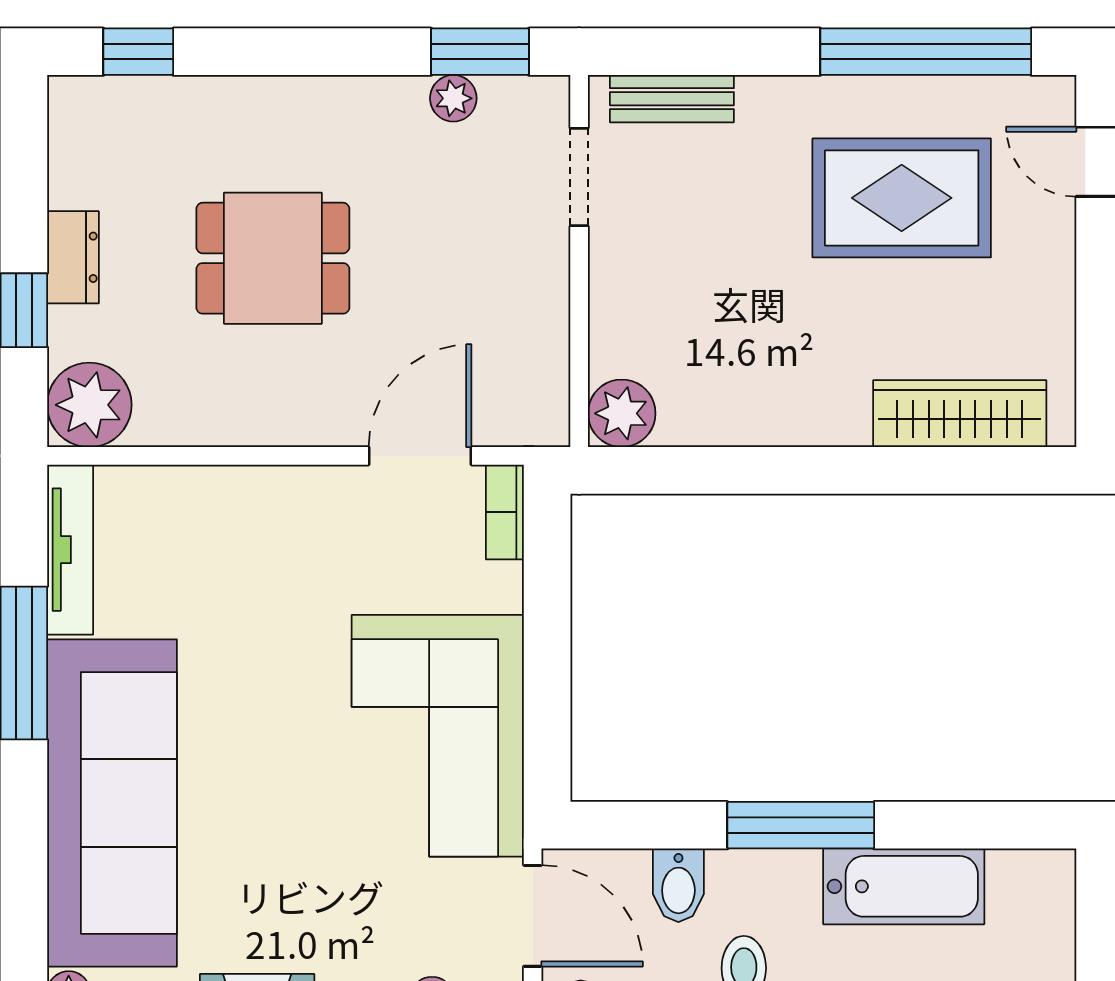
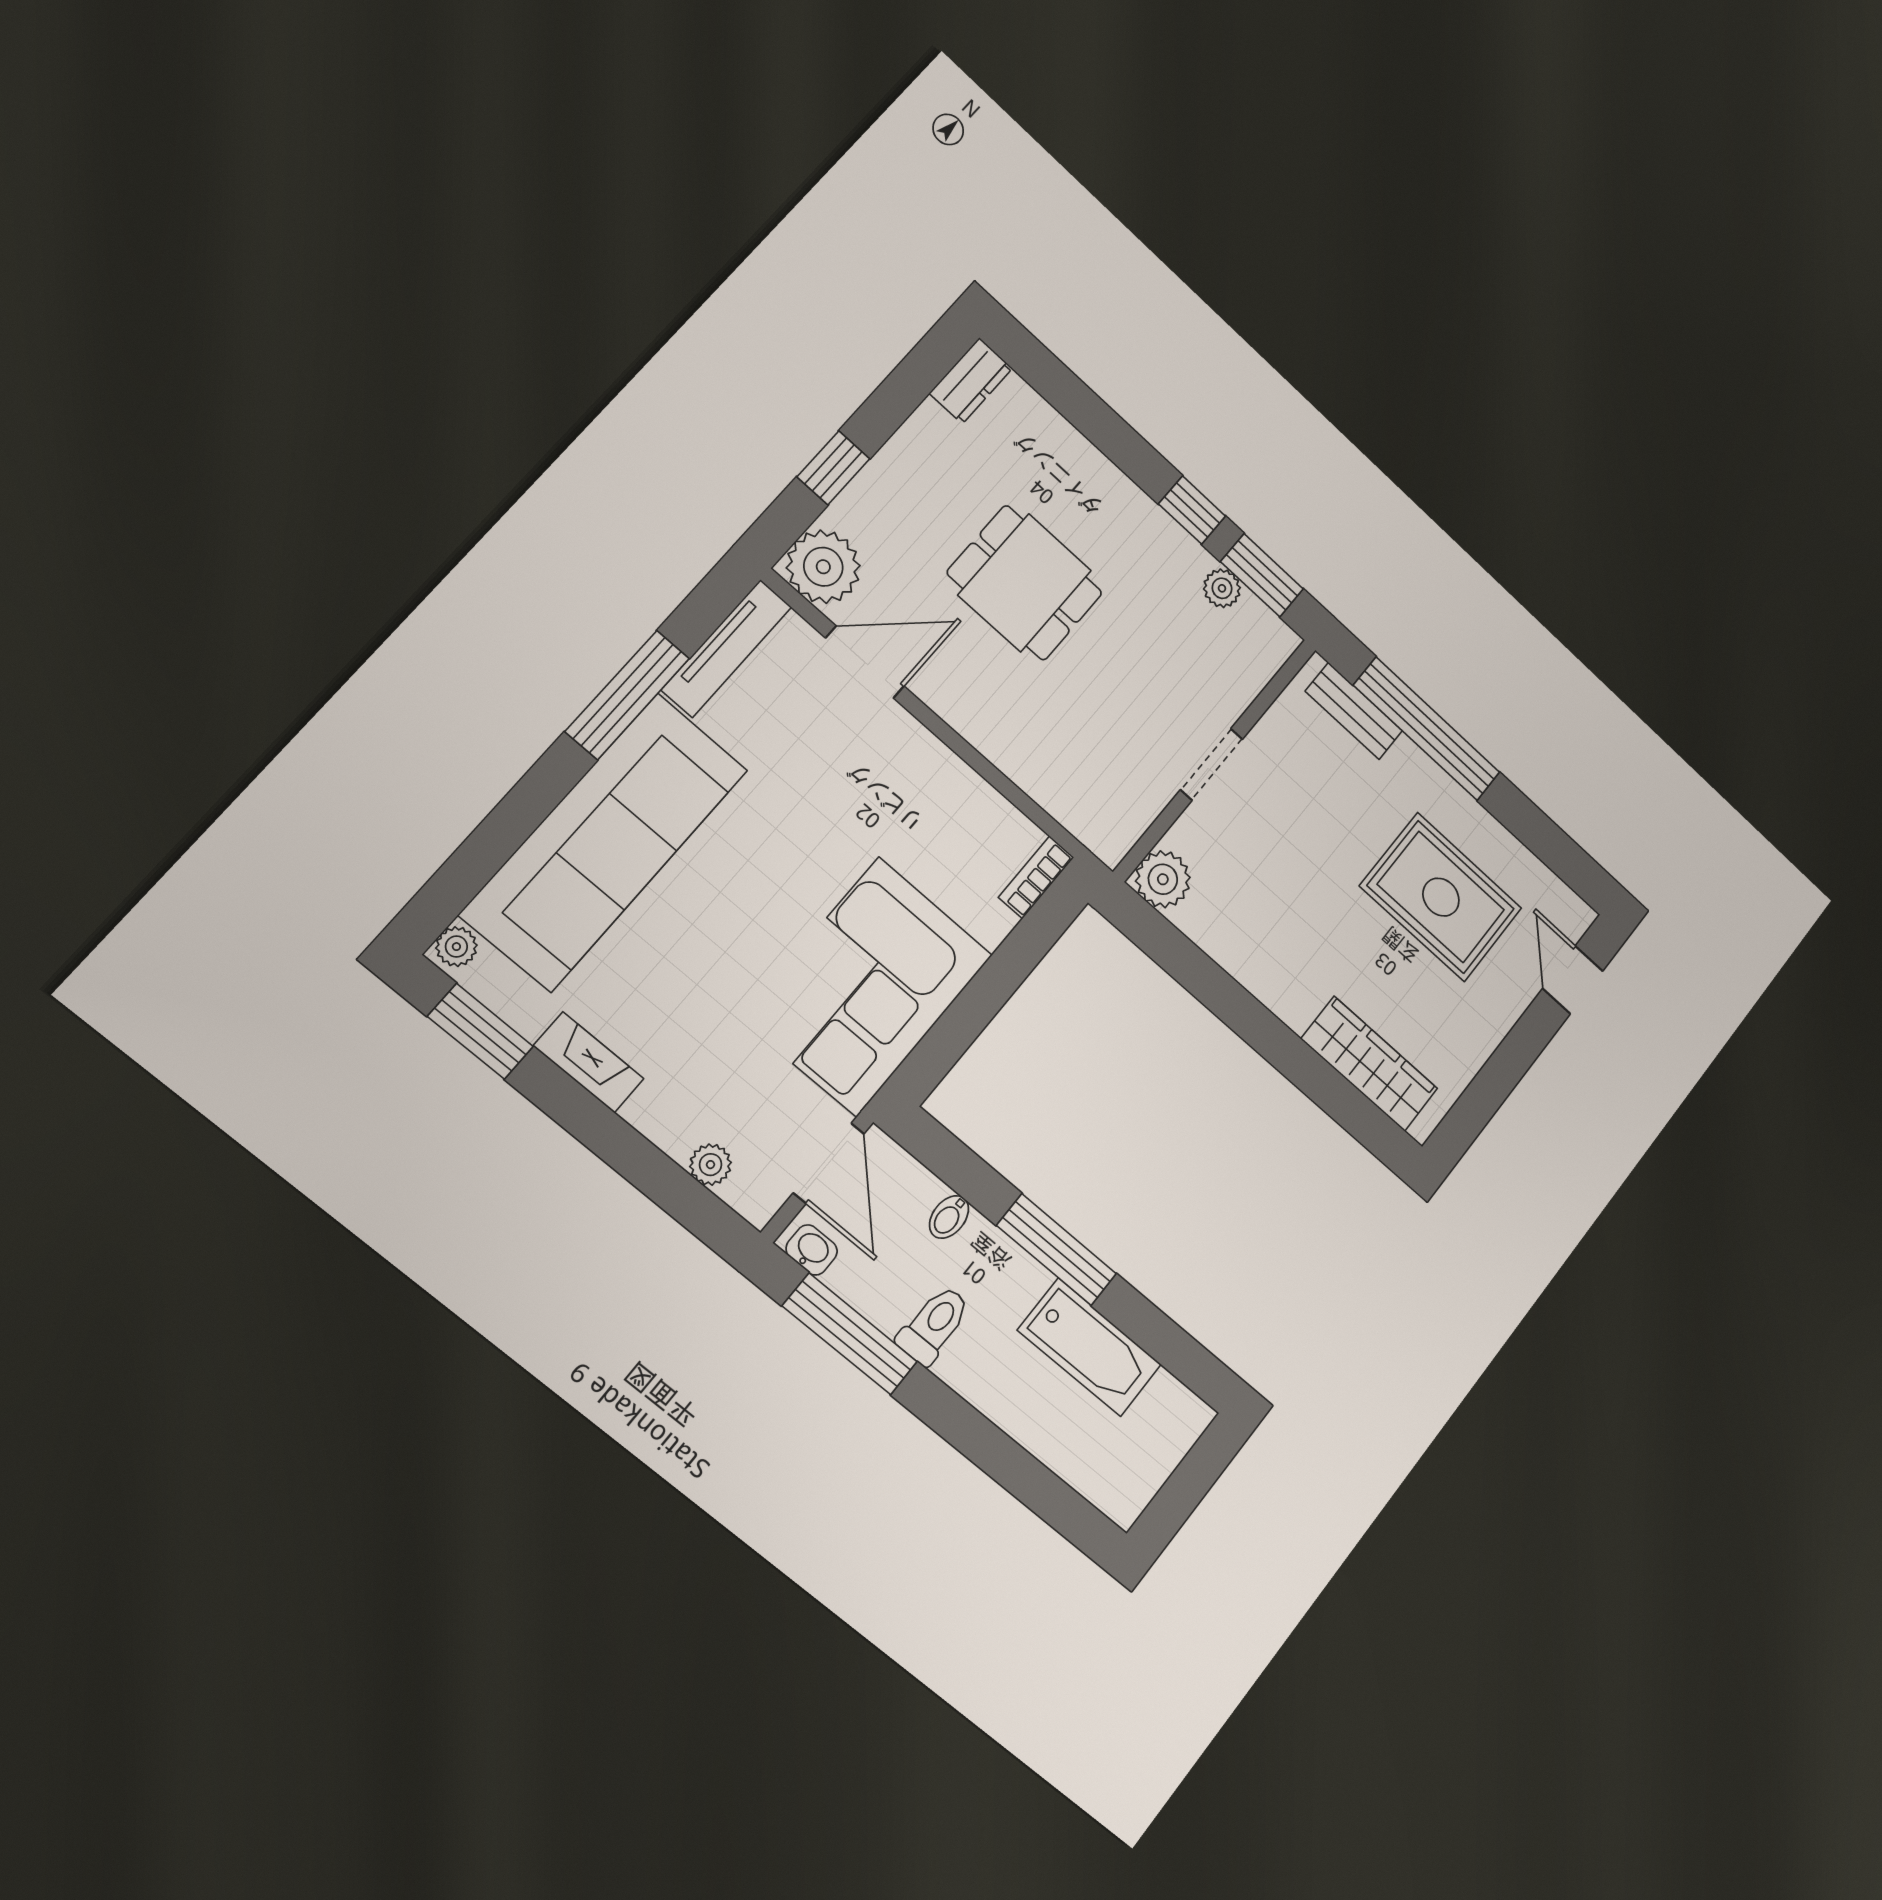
window: (138, 52) -> (1192, 510), moved
window: (926, 52) -> (1427, 729), moved
doorway: (579, 177) -> (1212, 764), moved
dresser: (73, 257) -> (971, 381), moved
door: (420, 456) -> (865, 662), moved
bidet: (678, 885) -> (949, 1217), width x0.72, depth x0.74

